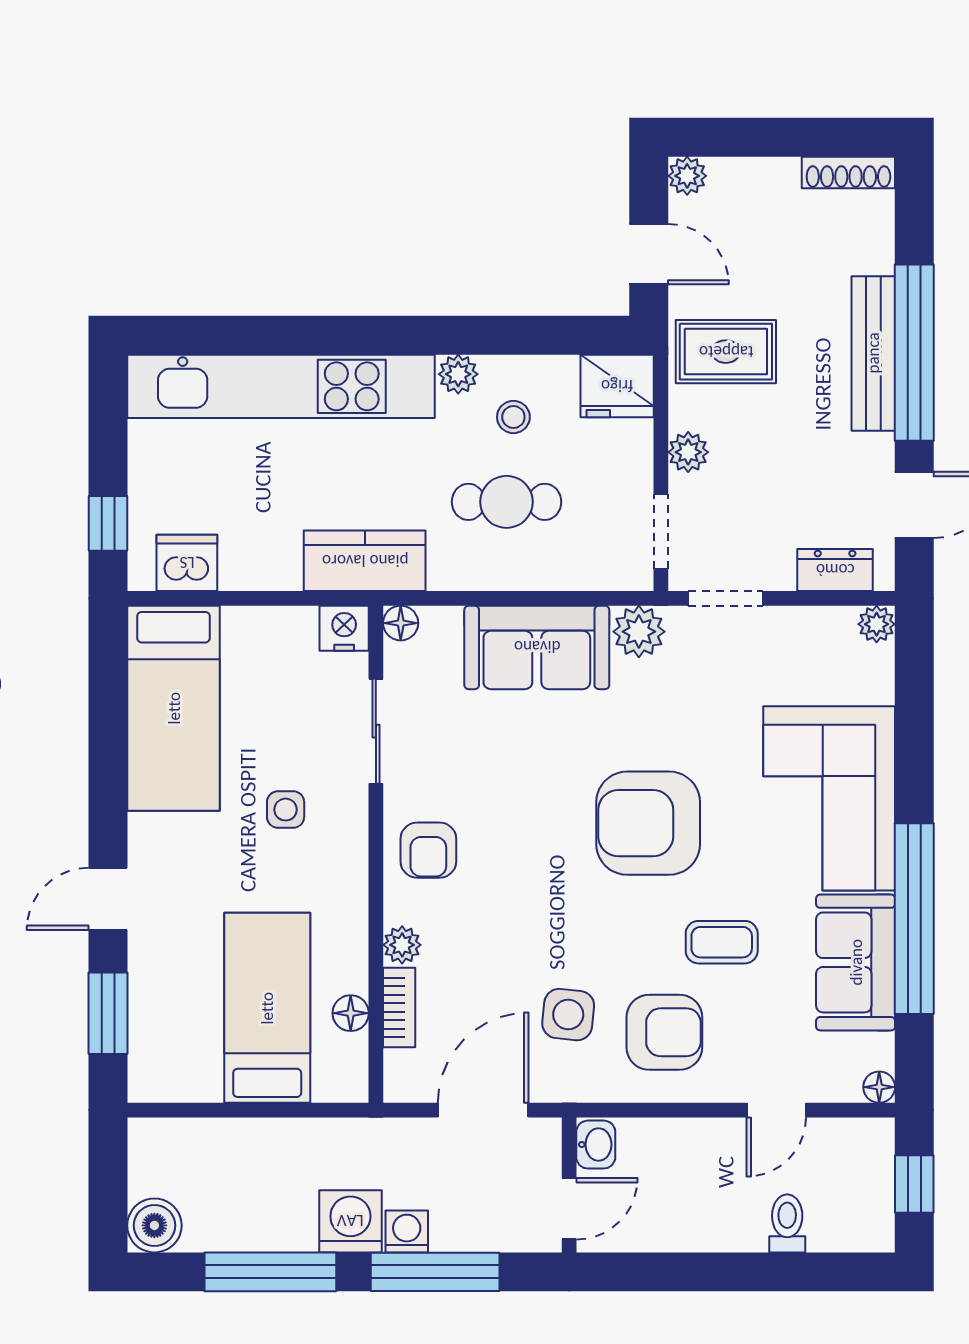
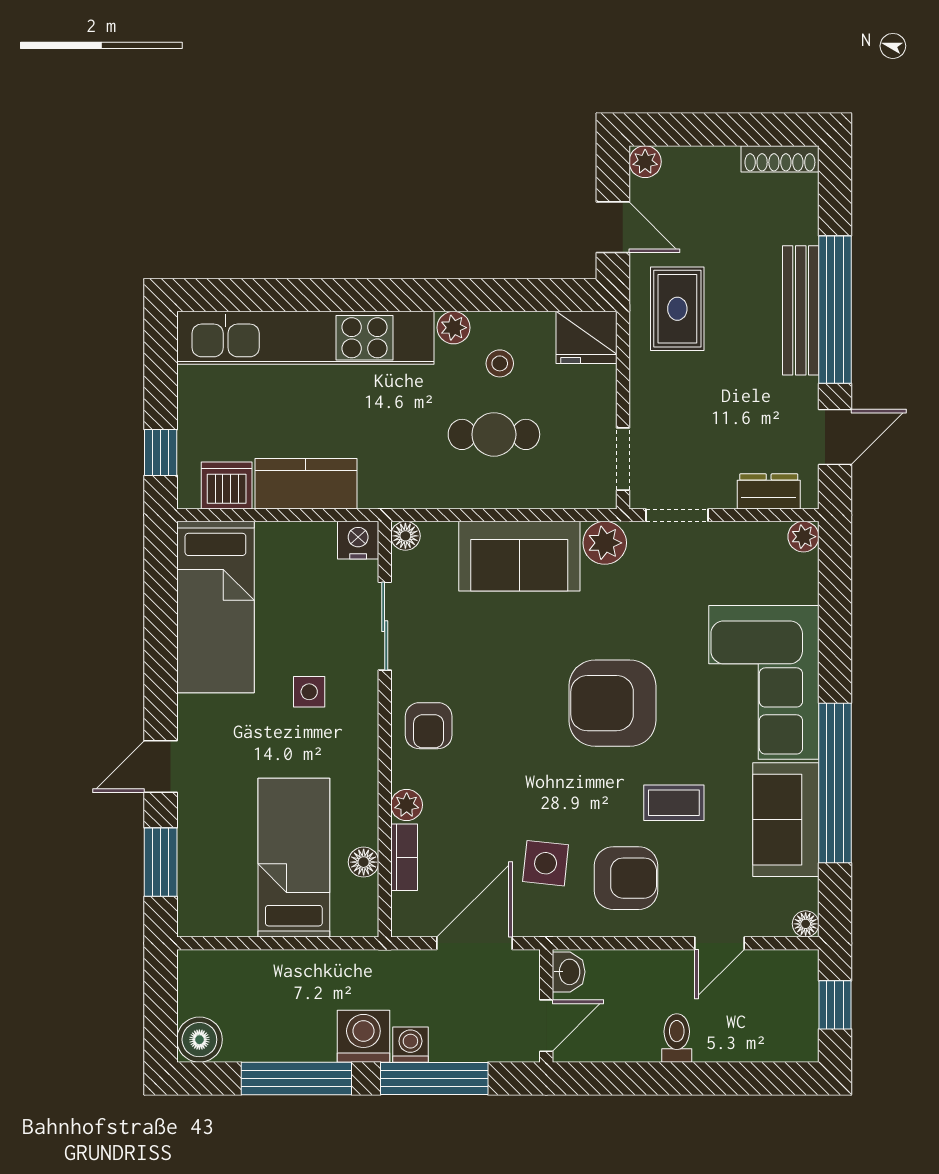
rug: (726, 352) -> (677, 309), turned 90
plant: (688, 452) -> (646, 393), removed
kitchen counter: (365, 561) -> (306, 484), moved
toilet: (787, 1223) -> (677, 1038), moved

